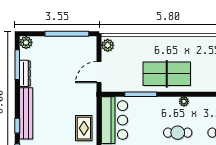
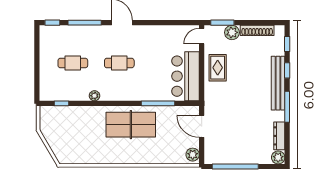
window: (17, 65) -> (287, 107), moved
door: (99, 72) -> (202, 126), swing flipped
dresser: (25, 73) -> (279, 136), moved
plant: (184, 101) -> (95, 96), moved

